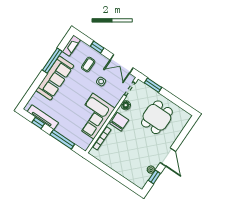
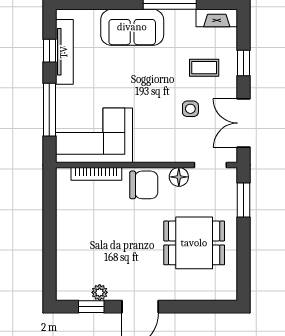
sofa: (55, 78) -> (132, 27), width x0.73
corner sofa: (93, 116) -> (94, 135), moved

